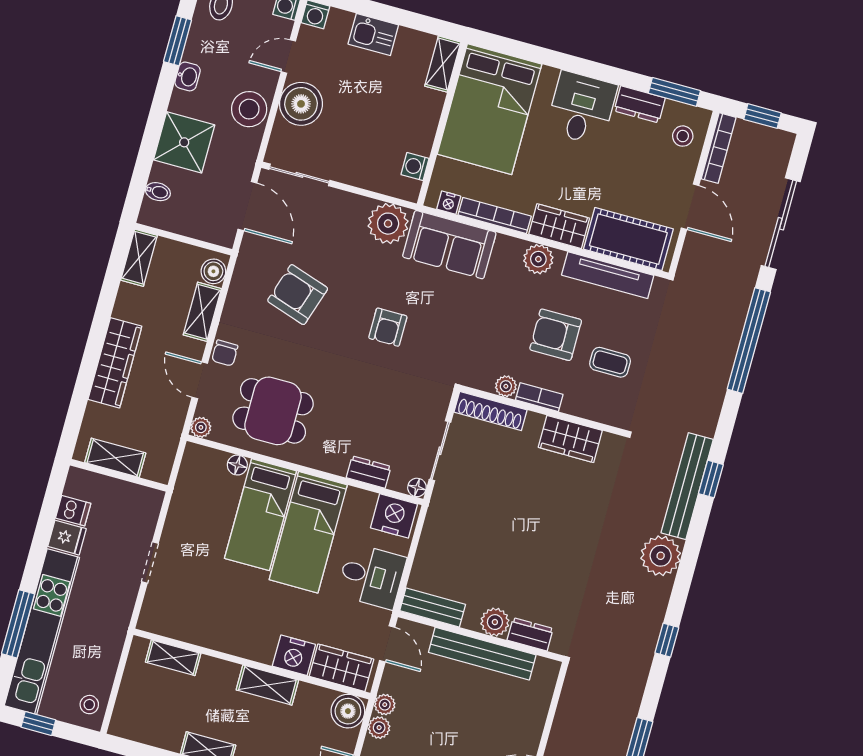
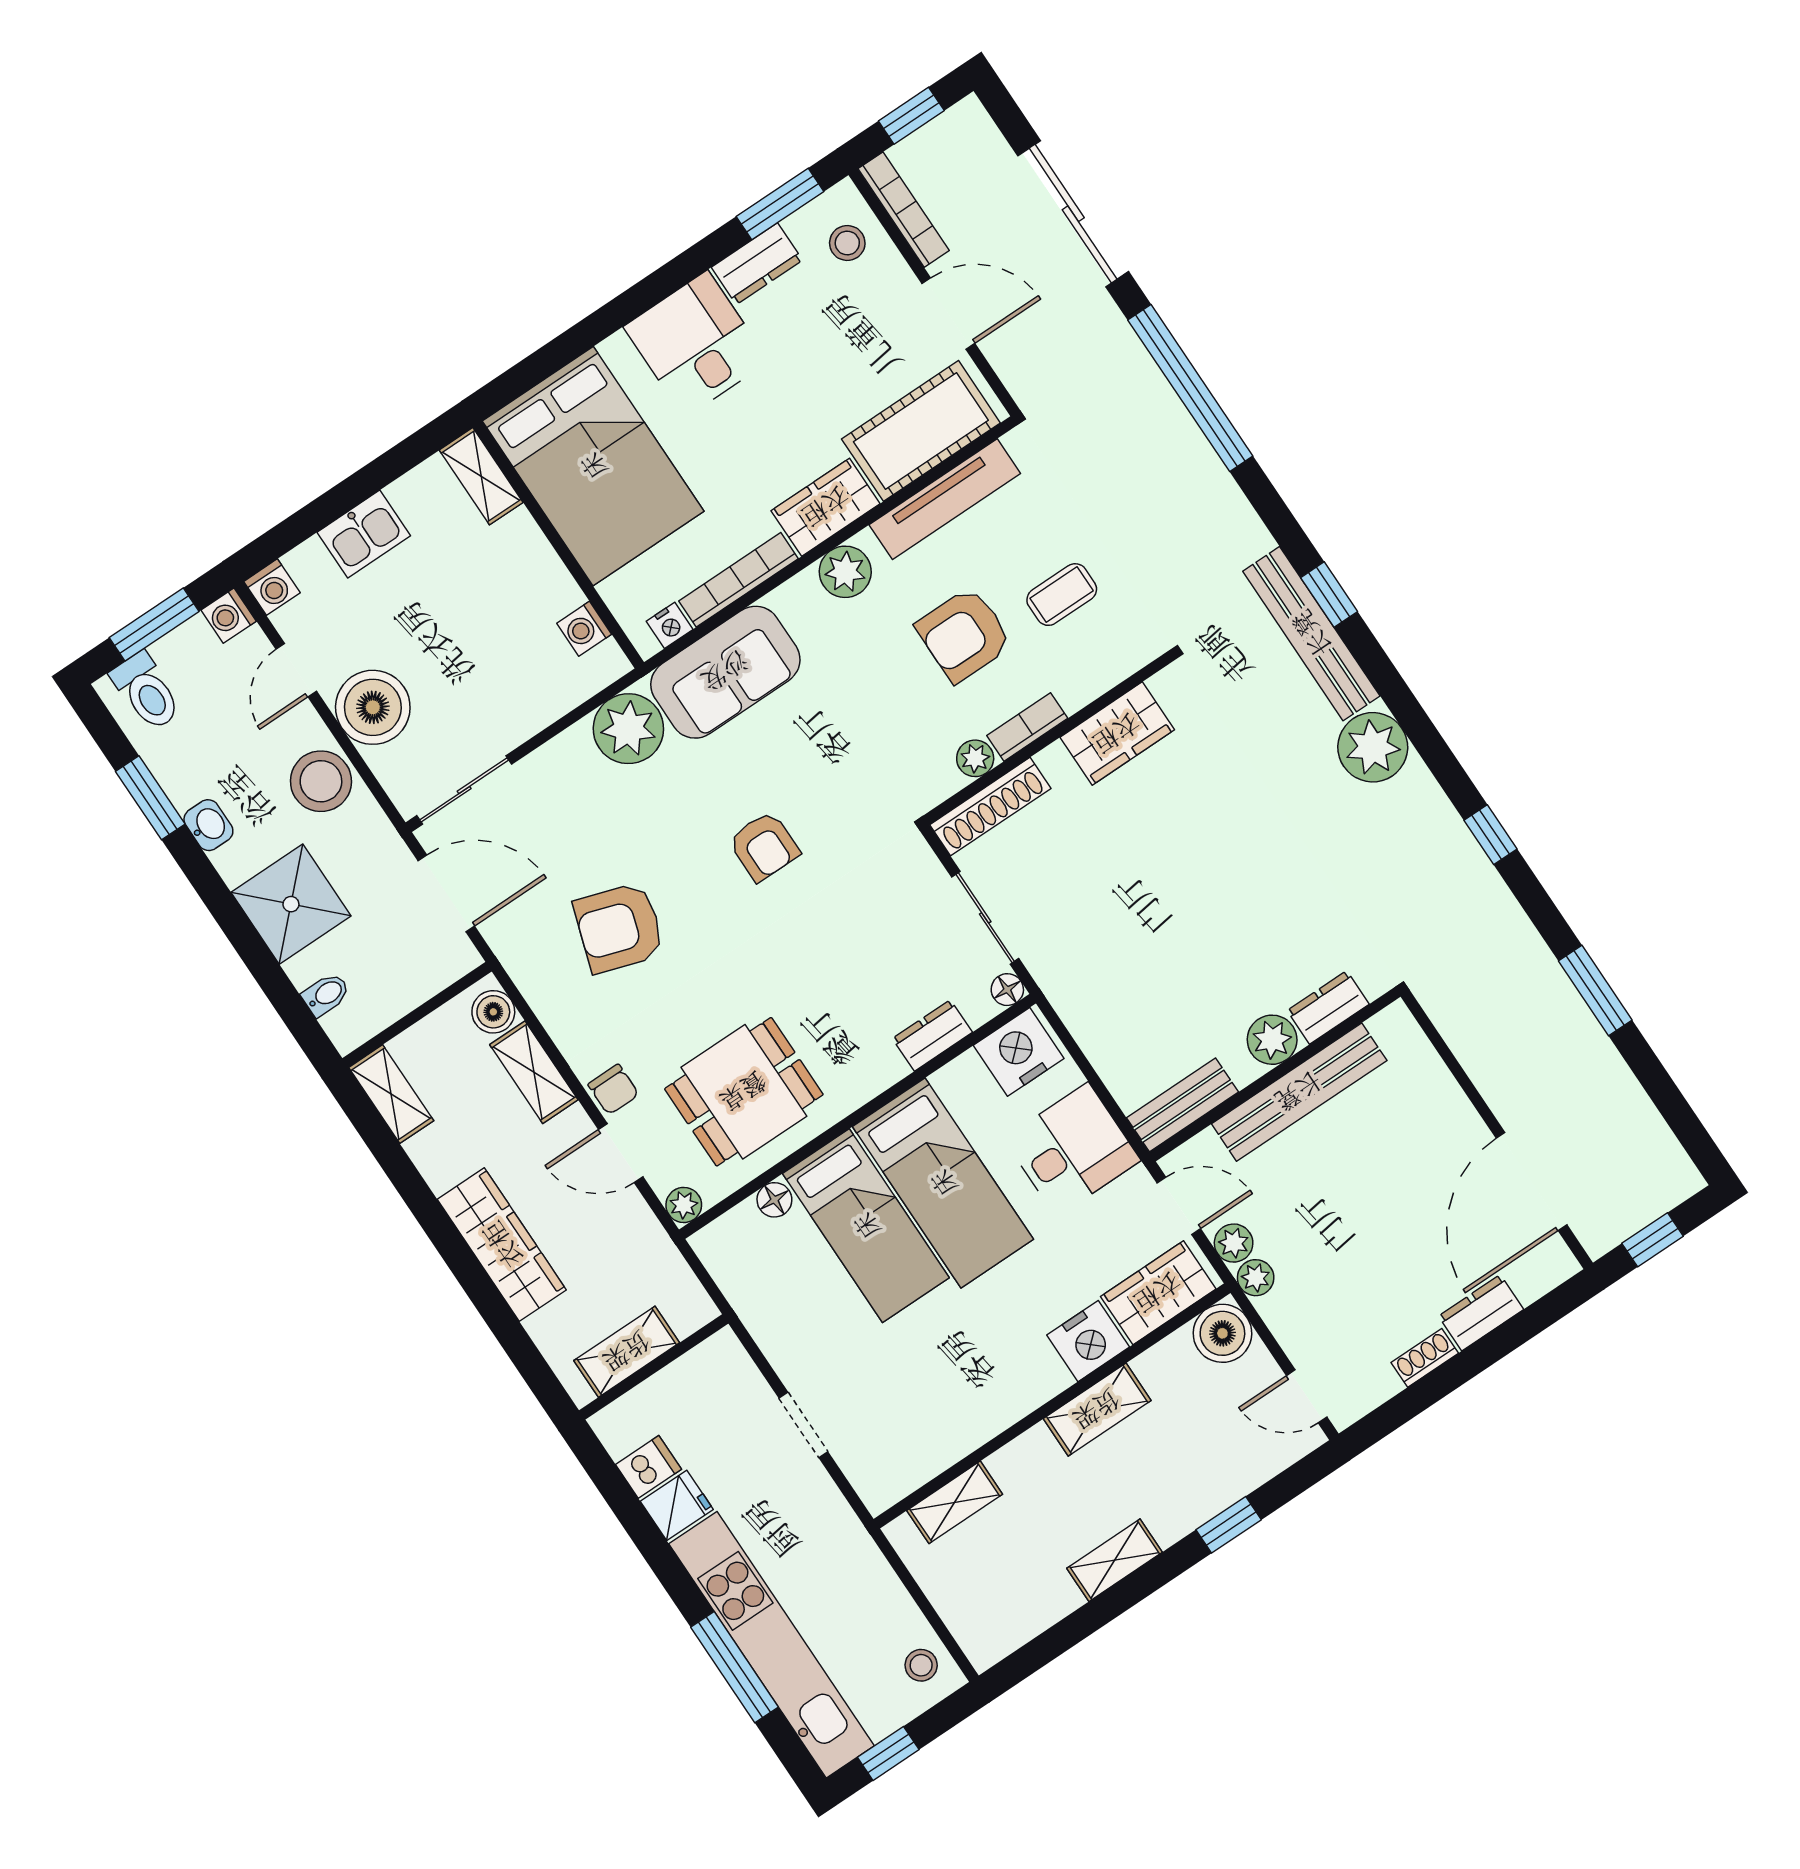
plant: (379, 728) -> (1234, 1243), moved

